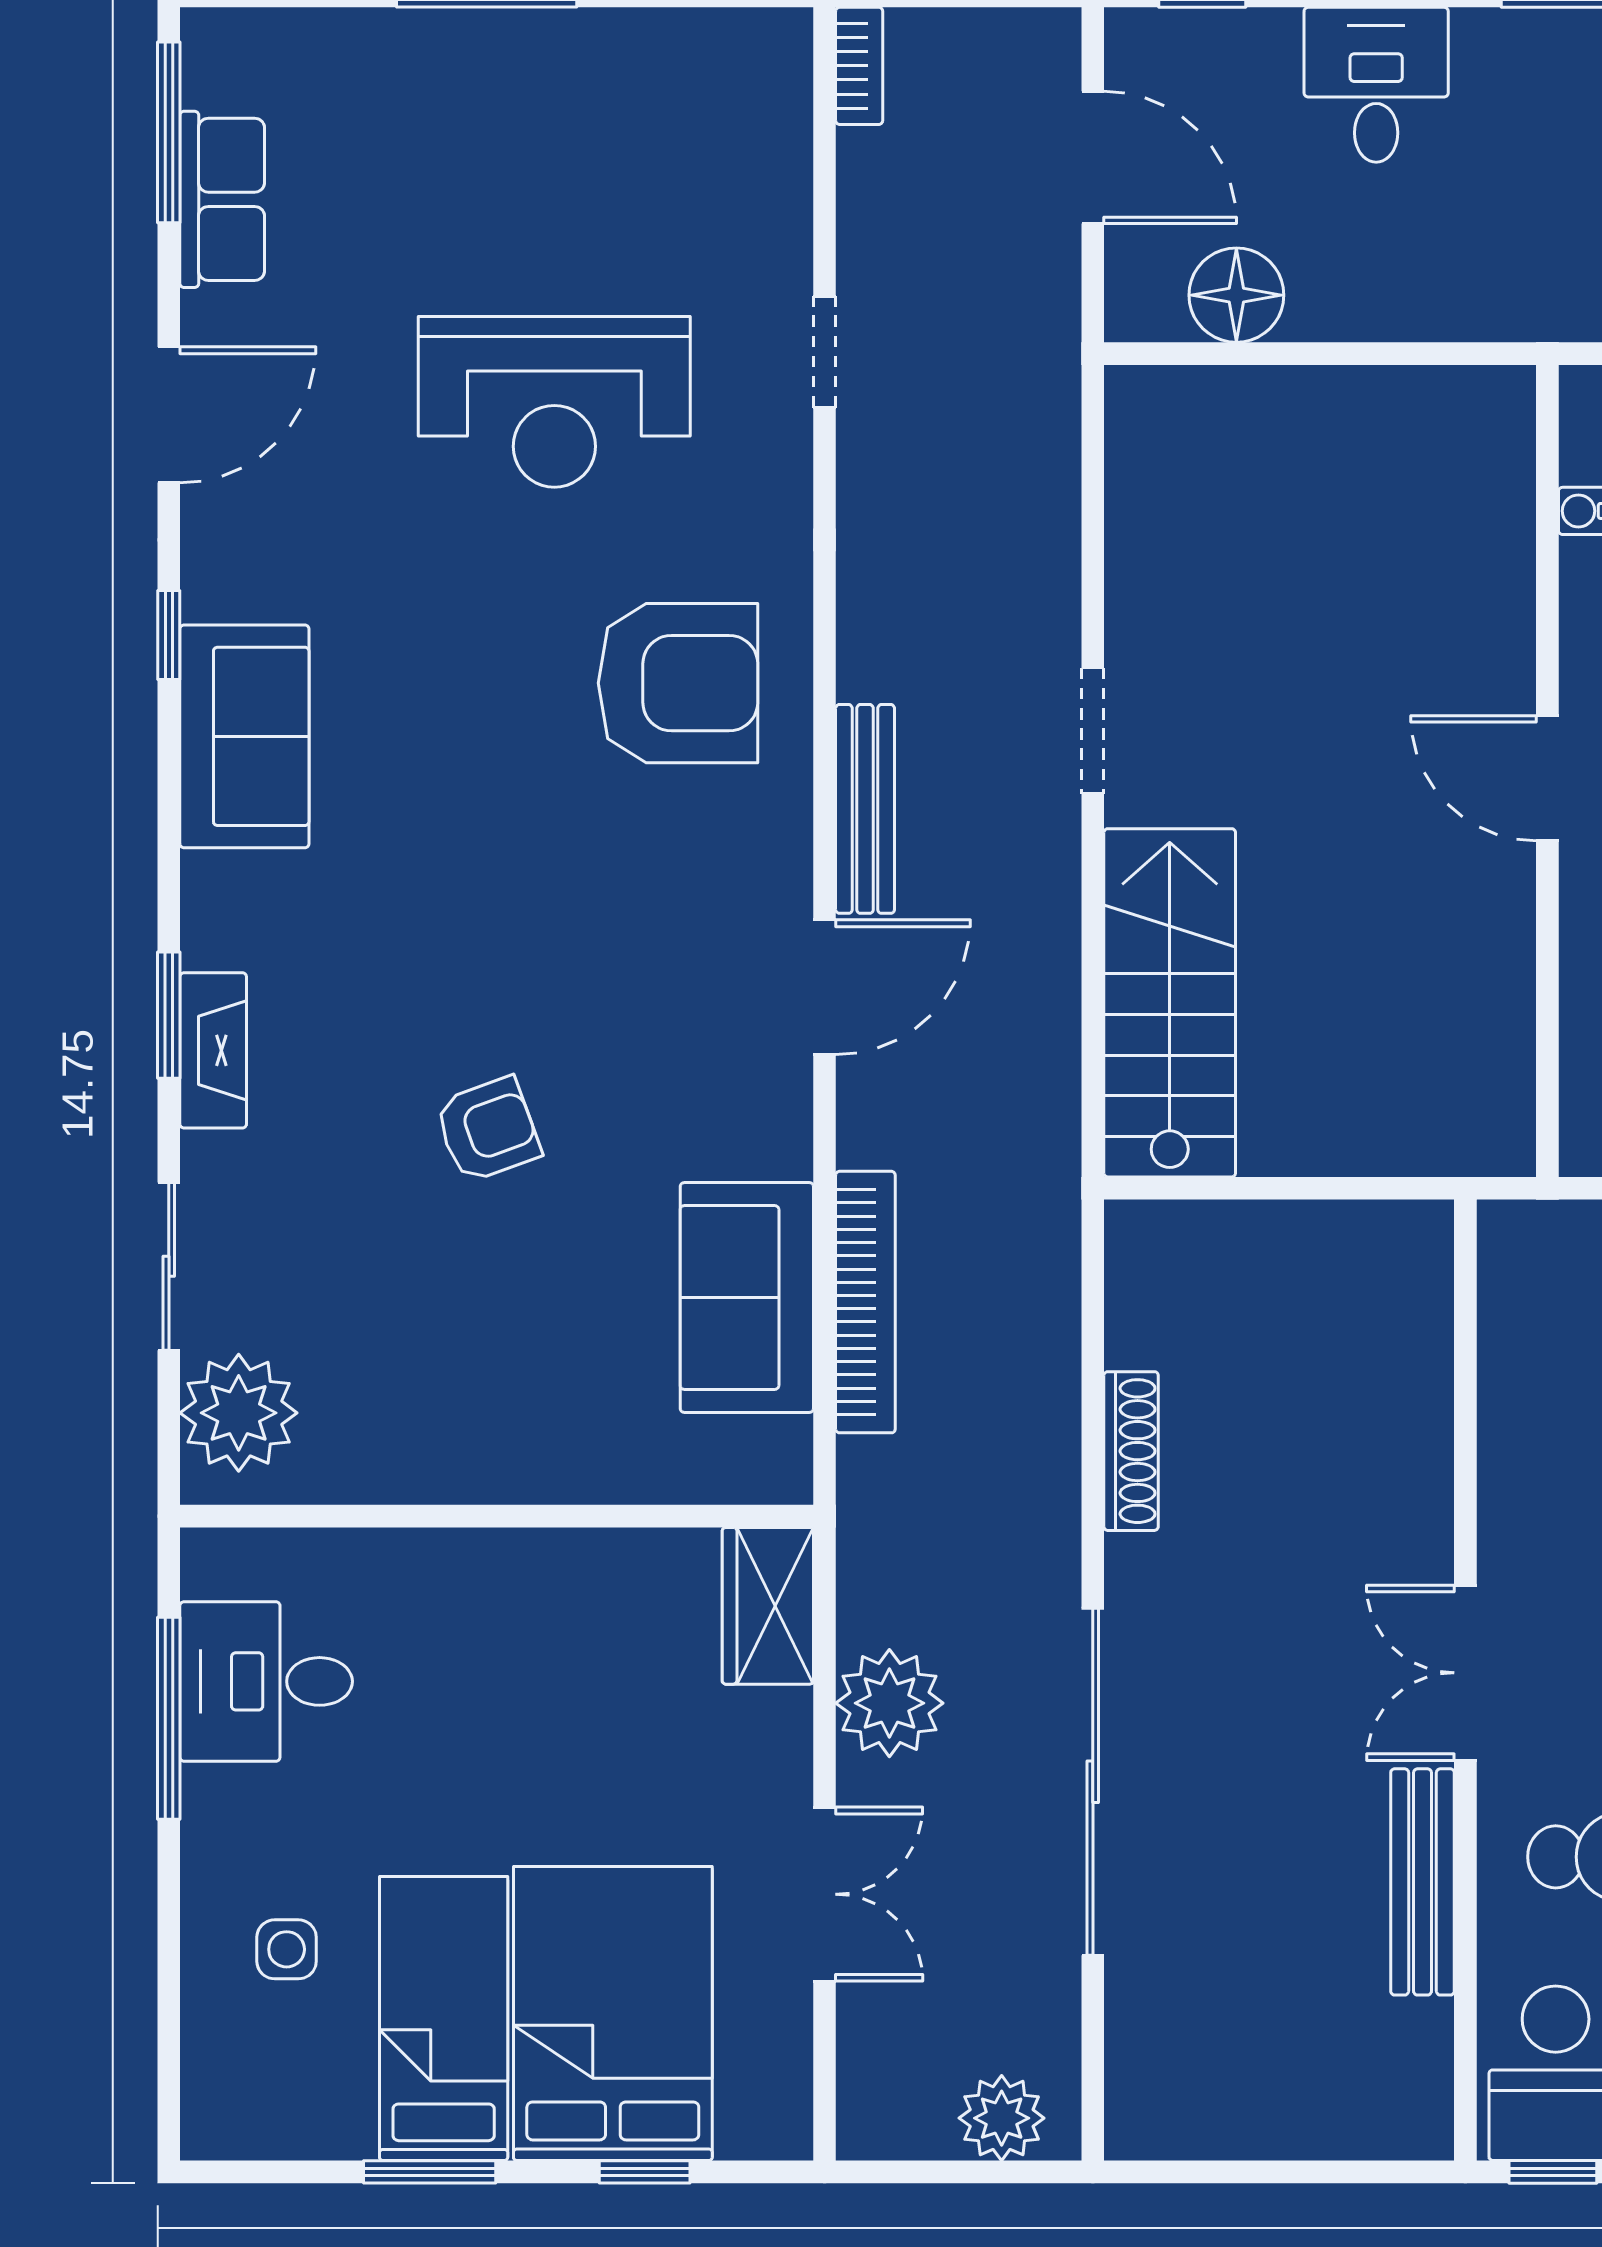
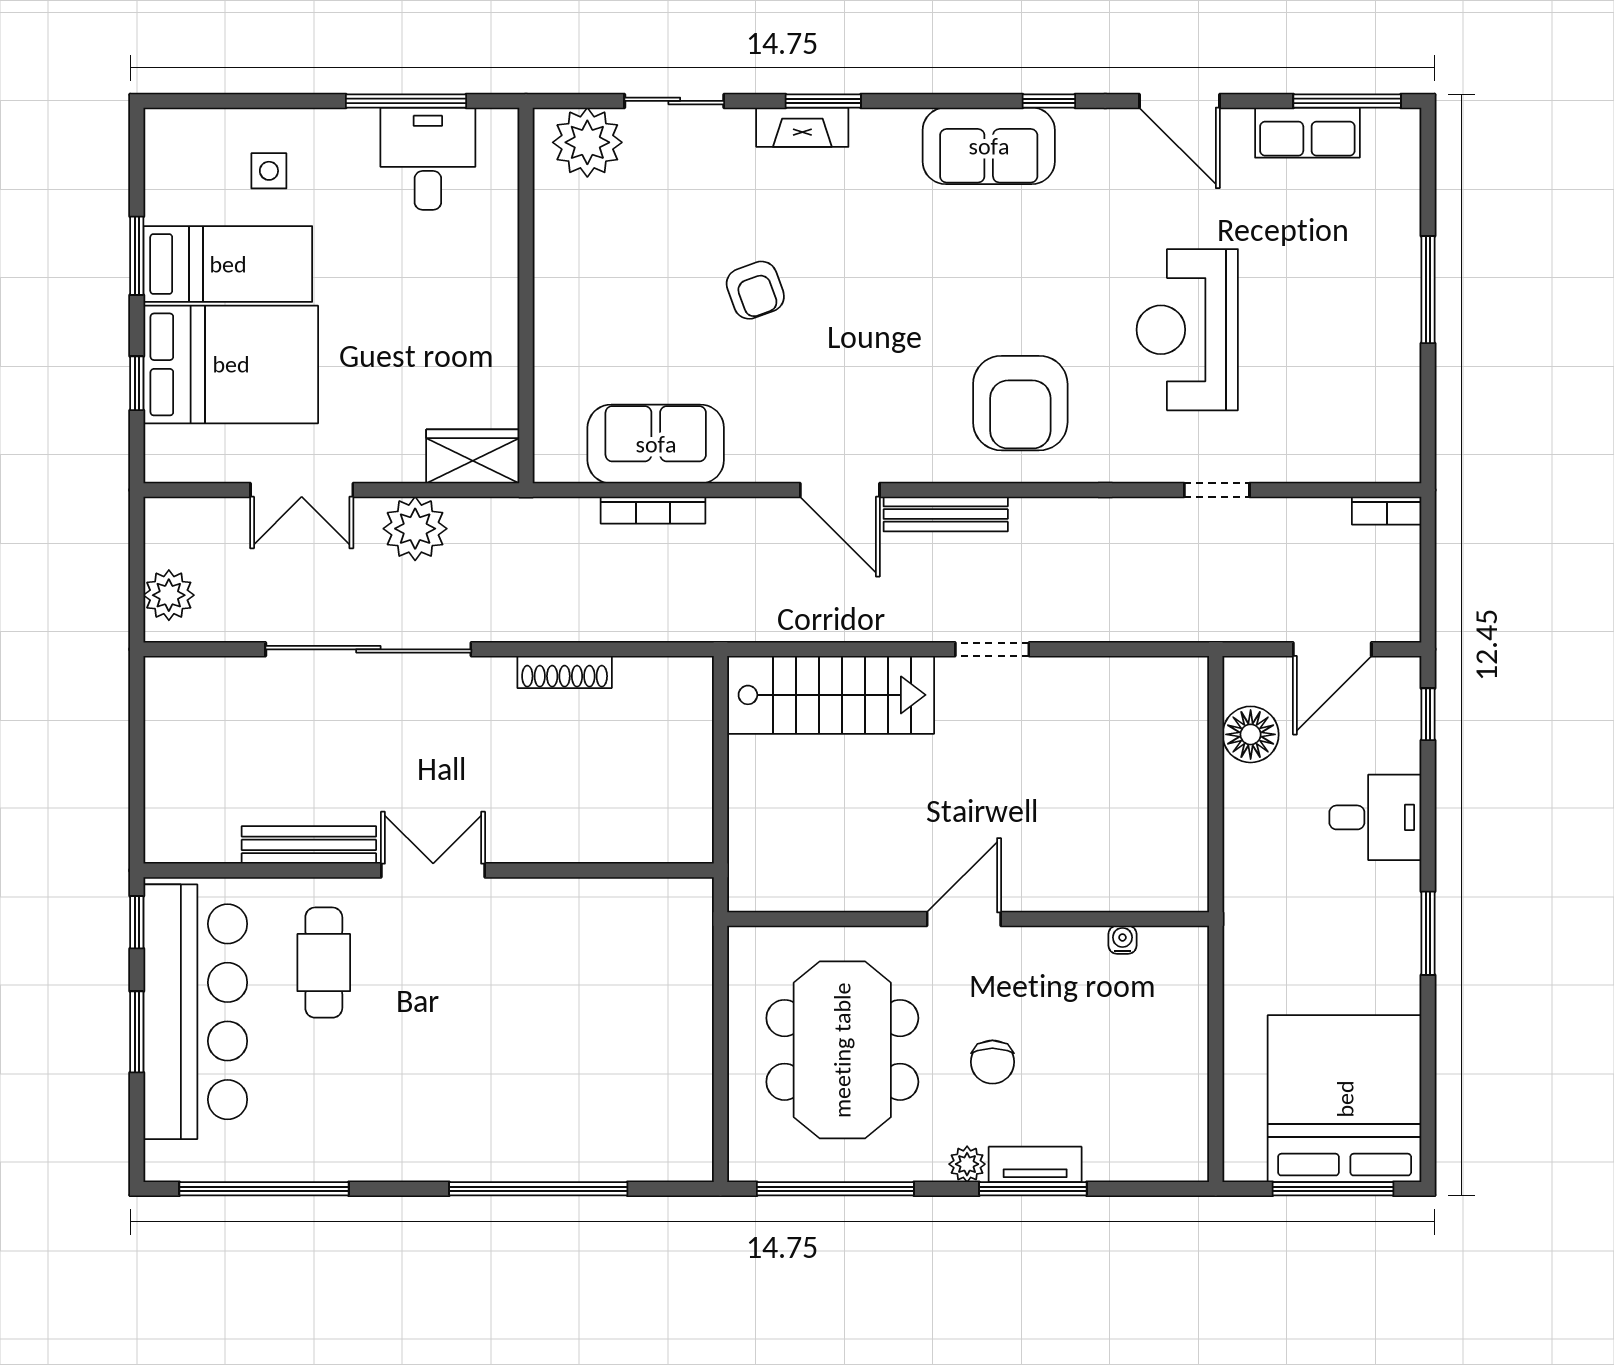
bookcase: (865, 1302) -> (653, 510), width x0.68, depth x0.76

